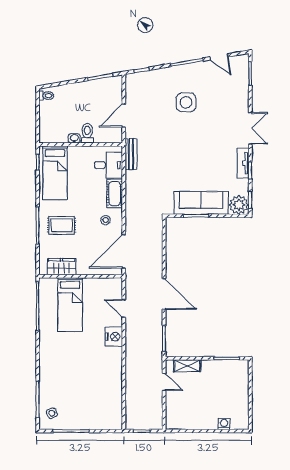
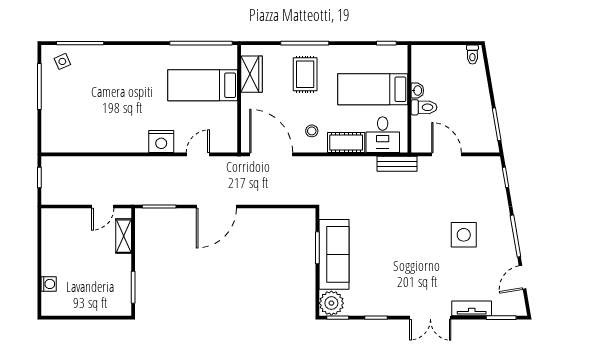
tv unit: (243, 163) -> (472, 308), moved
bed: (55, 173) -> (373, 89), moved

